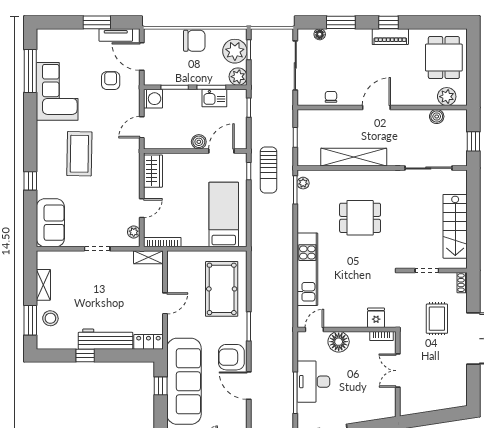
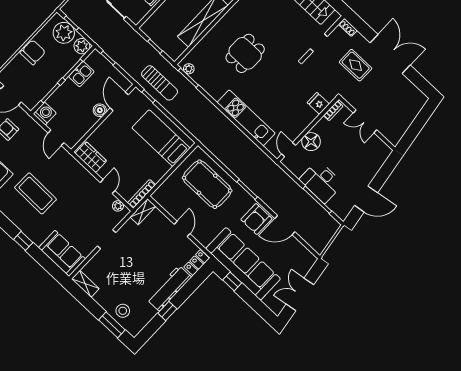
shelving: (43, 285) -> (85, 284), moved

